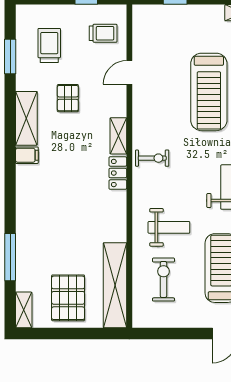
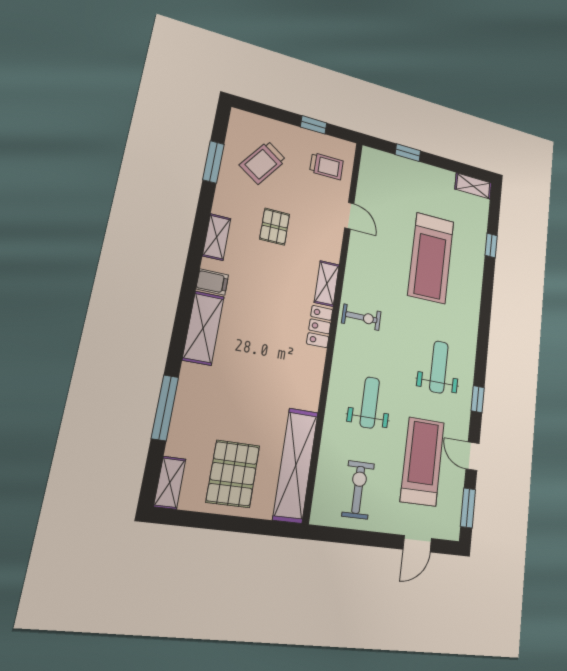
trolley: (49, 46) -> (263, 162), turned -145
door: (129, 72) -> (349, 216), swing flipped
shelving: (26, 118) -> (217, 237), width x0.67, depth x0.75
shelving: (27, 193) -> (203, 328), added
weight bench: (169, 227) -> (370, 402), turned -90
exercise bike: (163, 280) -> (358, 490), moved

